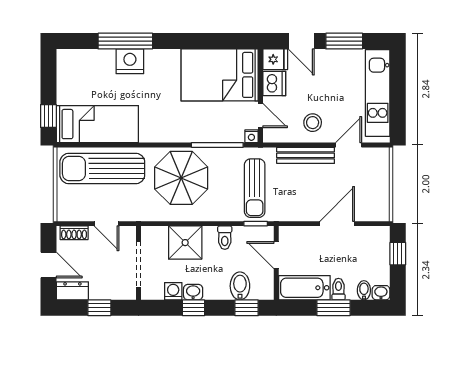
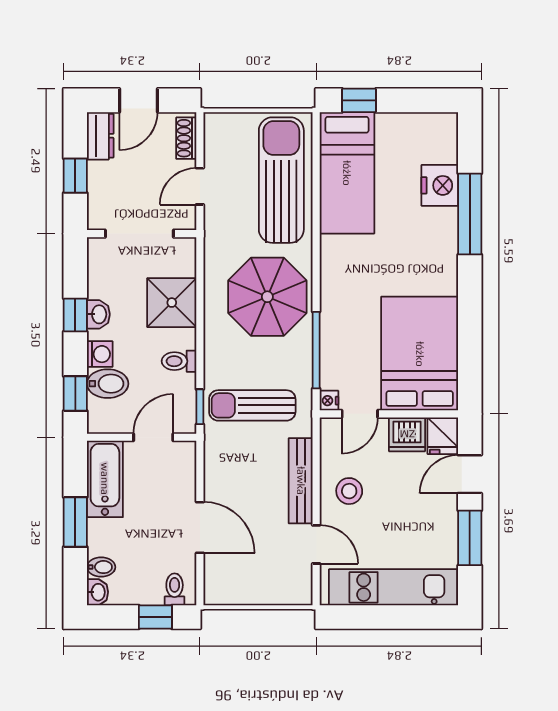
nightstand: (130, 61) -> (440, 185), moved
toilet: (338, 289) -> (175, 589), moved, turned -90
washing machine: (173, 291) -> (100, 354), moved

